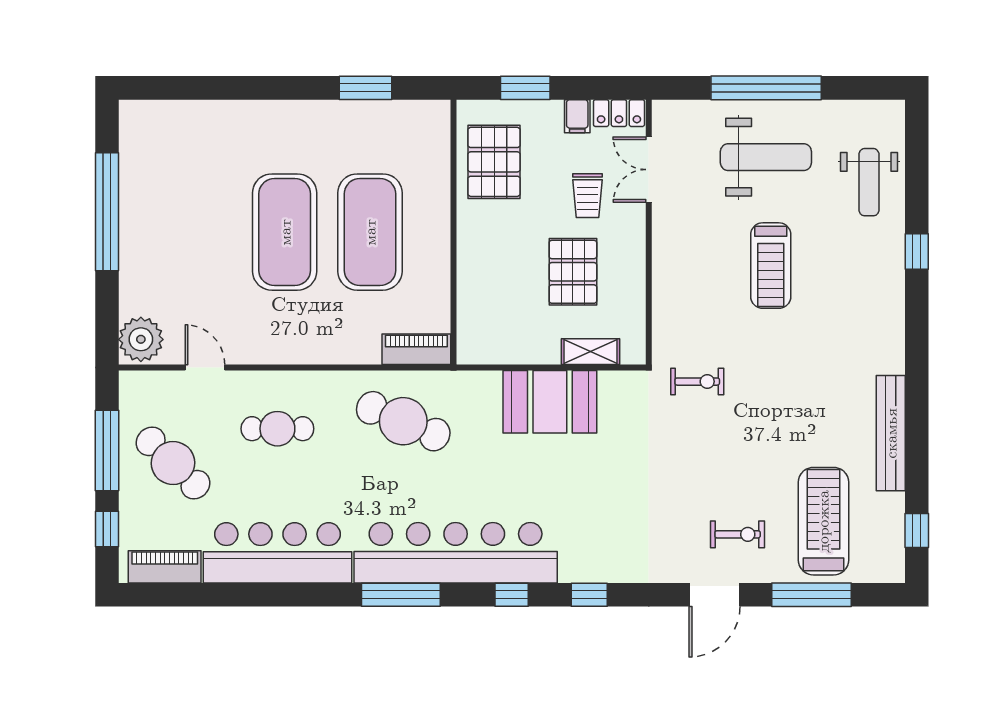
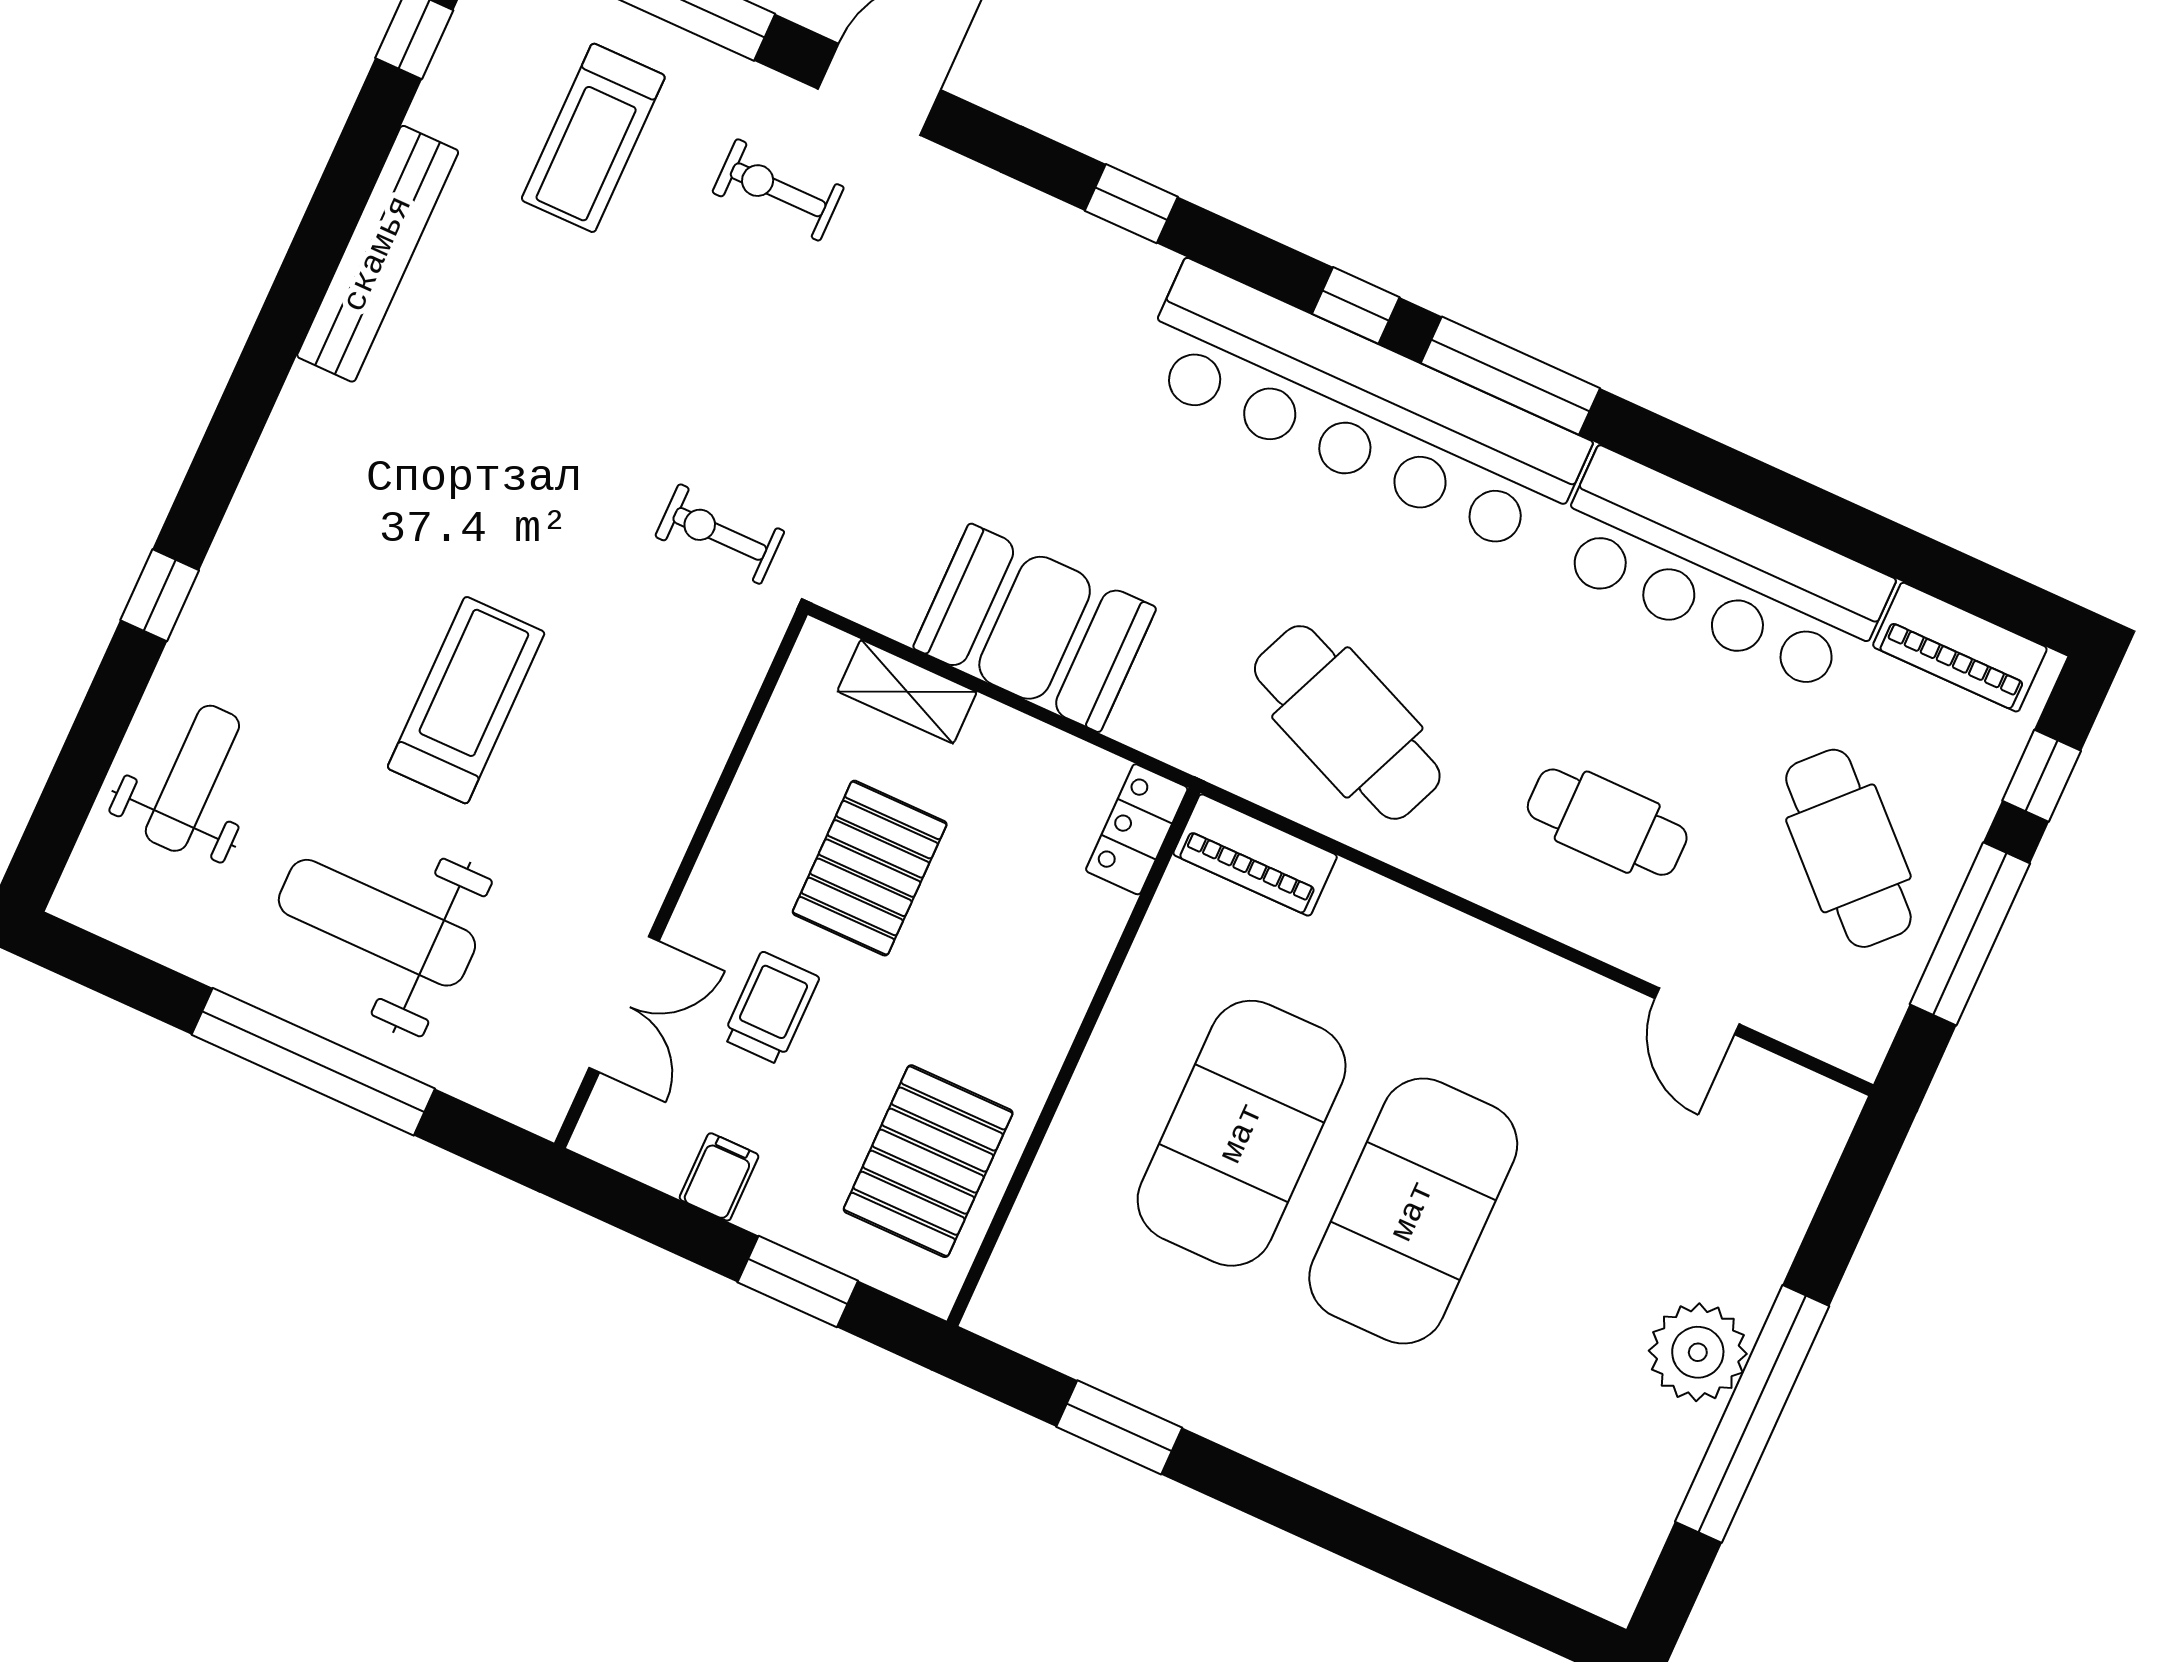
locker: (619, 113) -> (1137, 829), moved, turned -90
plant: (141, 339) -> (1698, 1352), moved
treadmill: (823, 521) -> (593, 138), width x0.73, depth x0.73
window: (512, 595) -> (1356, 305), moved

